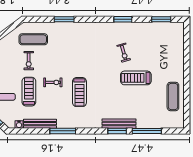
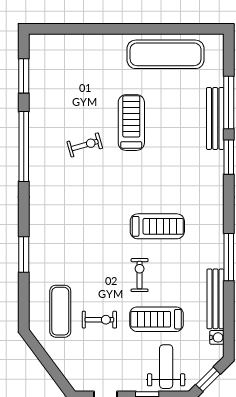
window: (123, 19) -> (24, 147), width x2.11
treadmill: (136, 78) -> (131, 123), turned 180
exercise mat: (173, 96) -> (166, 54), width x1.36, depth x1.45
bench: (119, 124) -> (215, 118), moved

